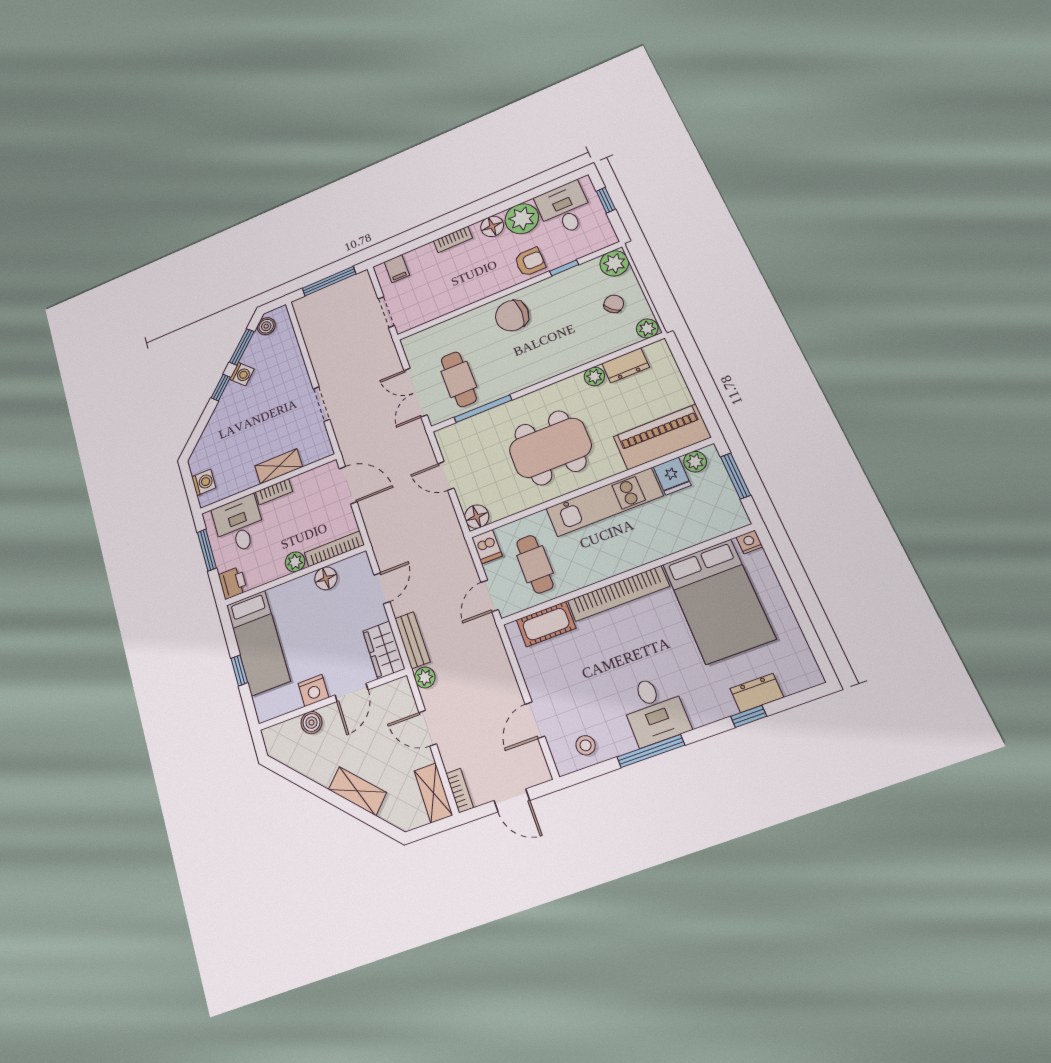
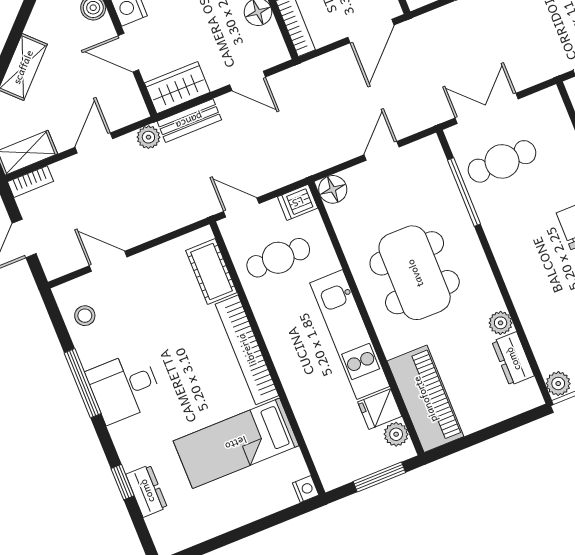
bed: (718, 601) -> (236, 443), width x0.67

